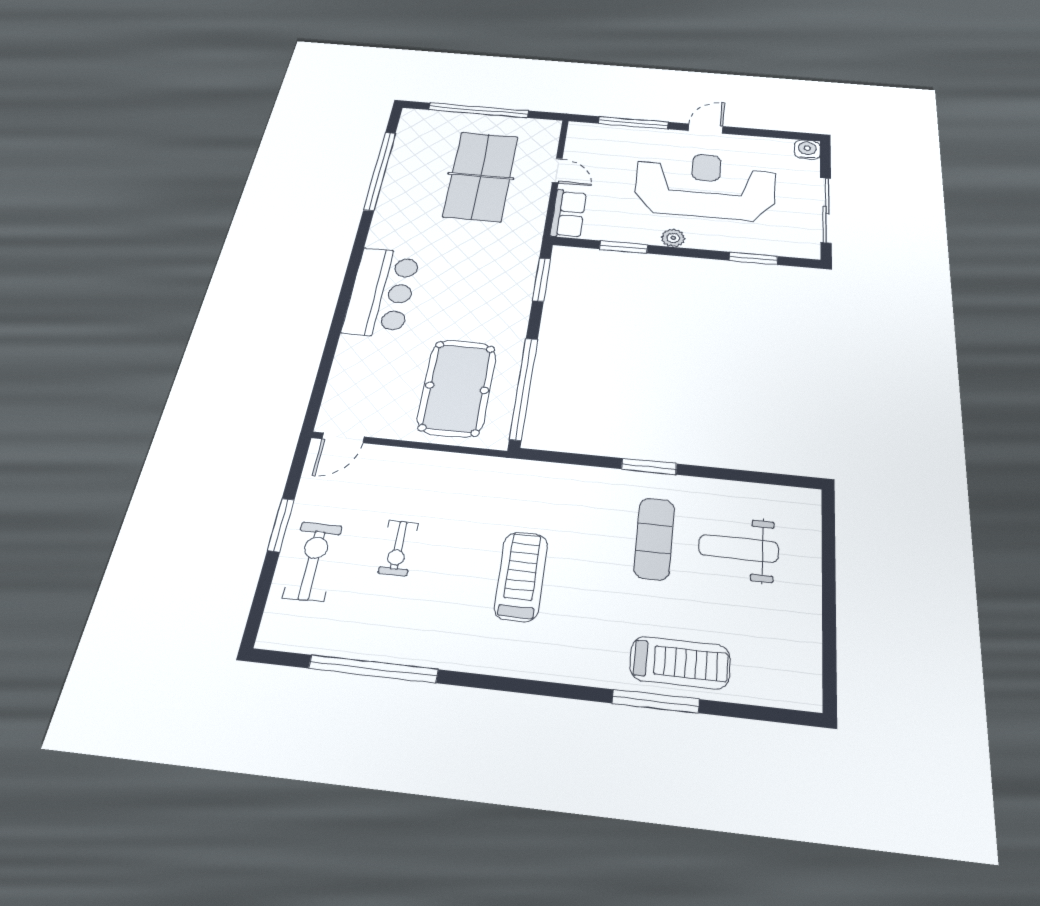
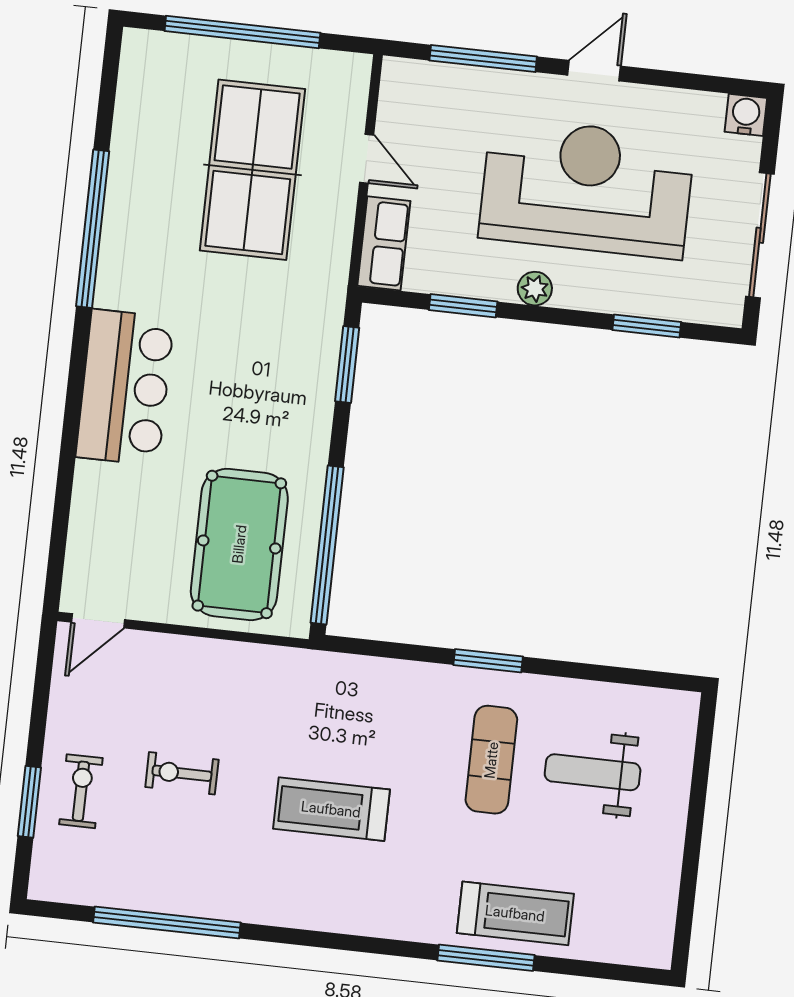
window: (380, 171) -> (93, 229), moved
window: (281, 525) -> (29, 802), moved
exercise bike: (398, 548) -> (182, 773), turned 90
exercise bike: (313, 561) -> (81, 791), width x0.73, depth x0.72
treadmill: (521, 576) -> (331, 809), turned -90

